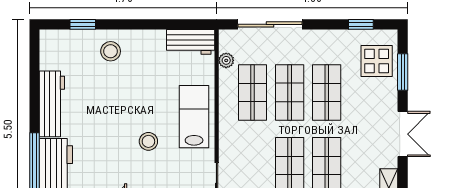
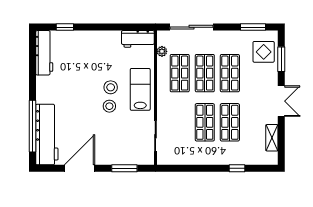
window: (361, 24) -> (253, 27), width x1.50
stool: (111, 51) -> (111, 87), moved
workbench: (52, 104) -> (44, 53), moved

